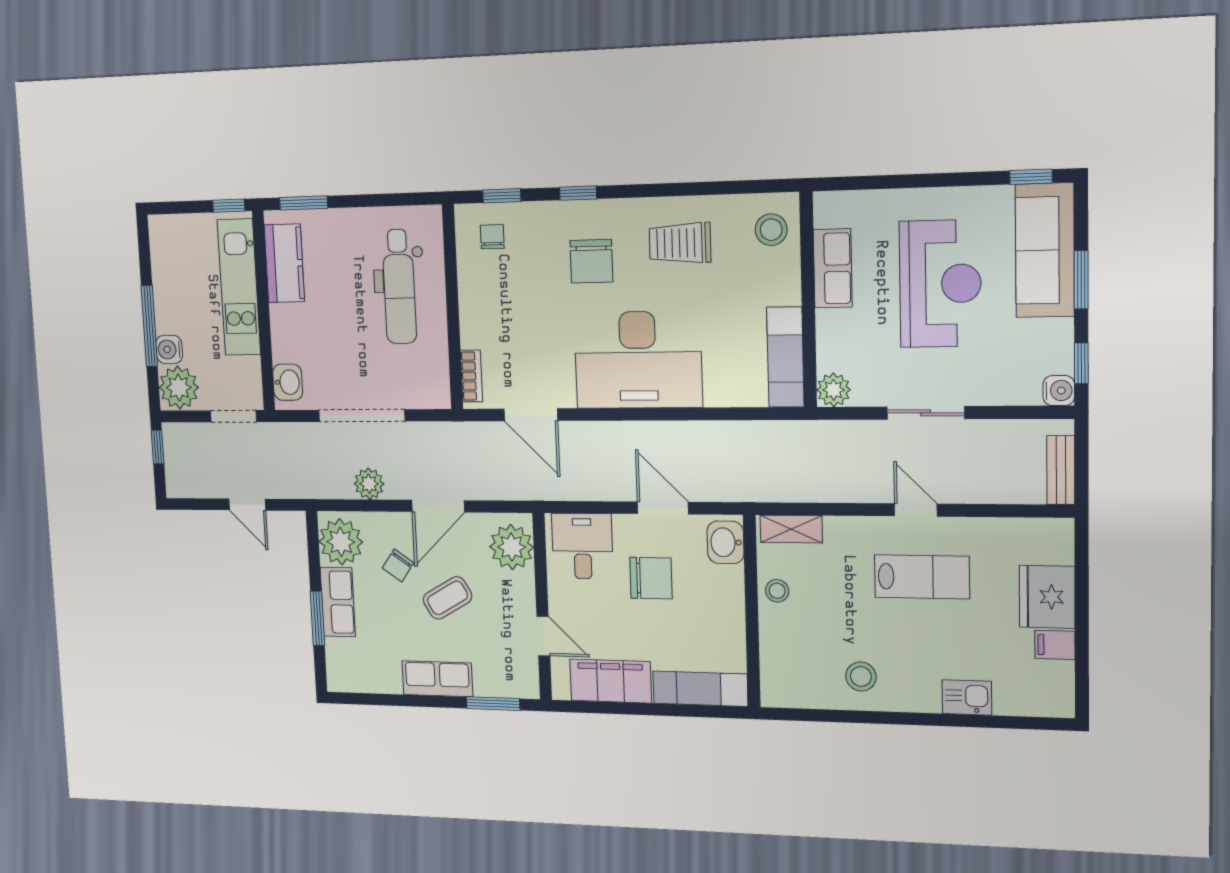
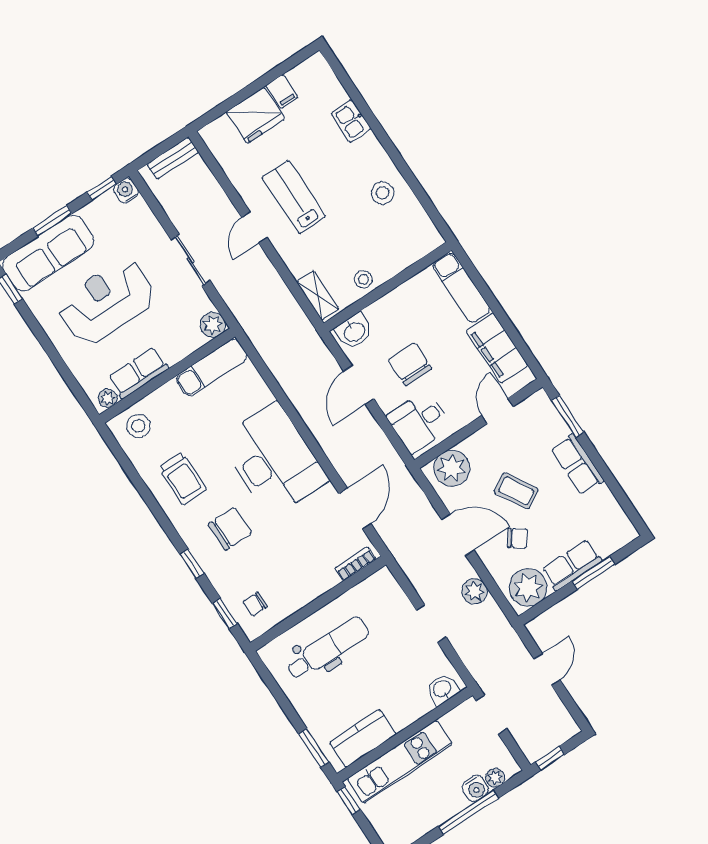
plant: (826, 214) -> (108, 398), added
plant: (179, 388) -> (495, 778), width x0.53, depth x0.53
doorway: (362, 416) -> (431, 624), width x0.53

